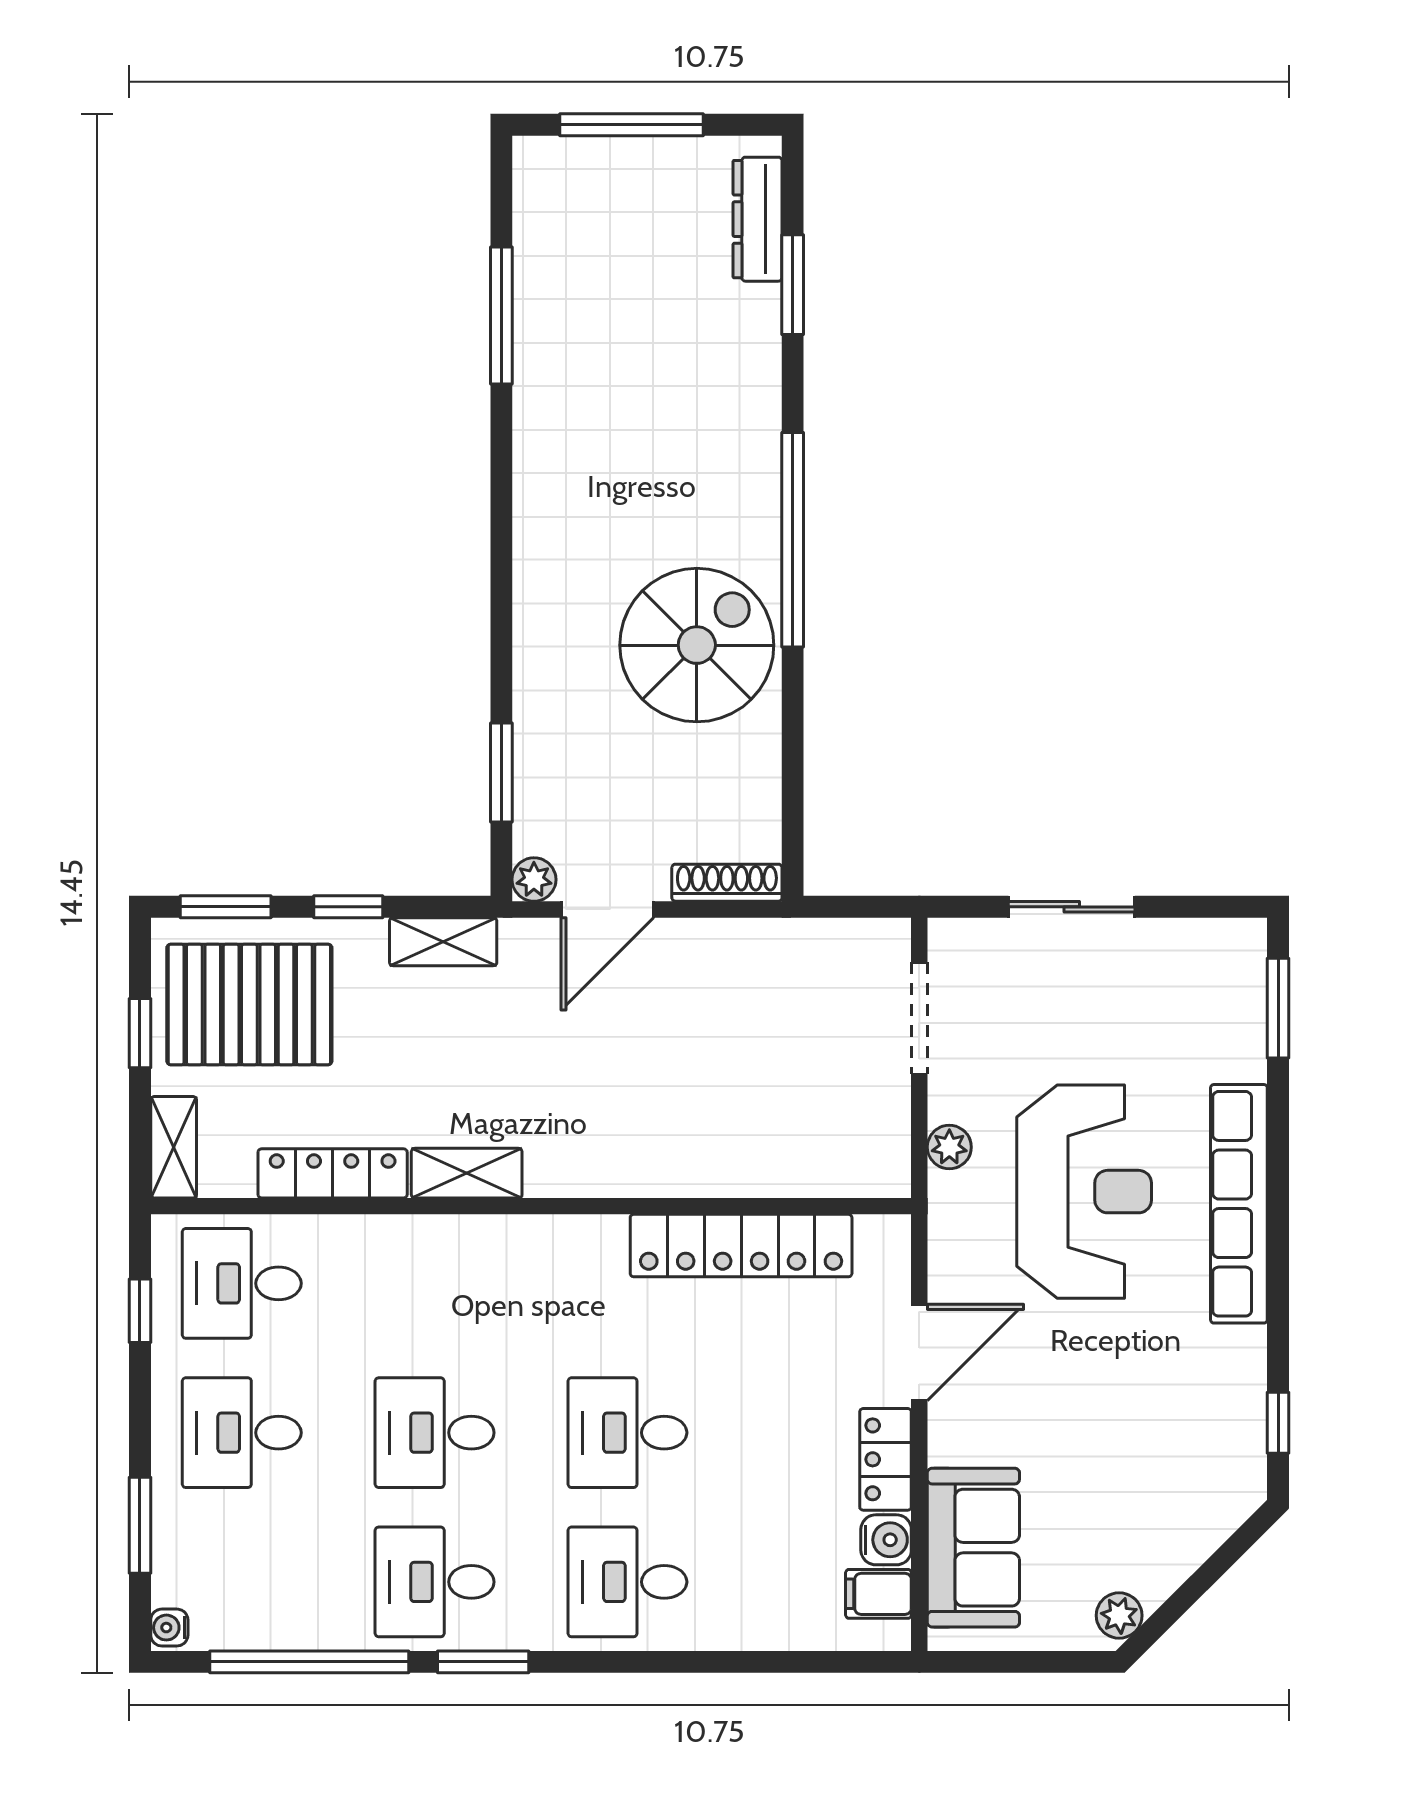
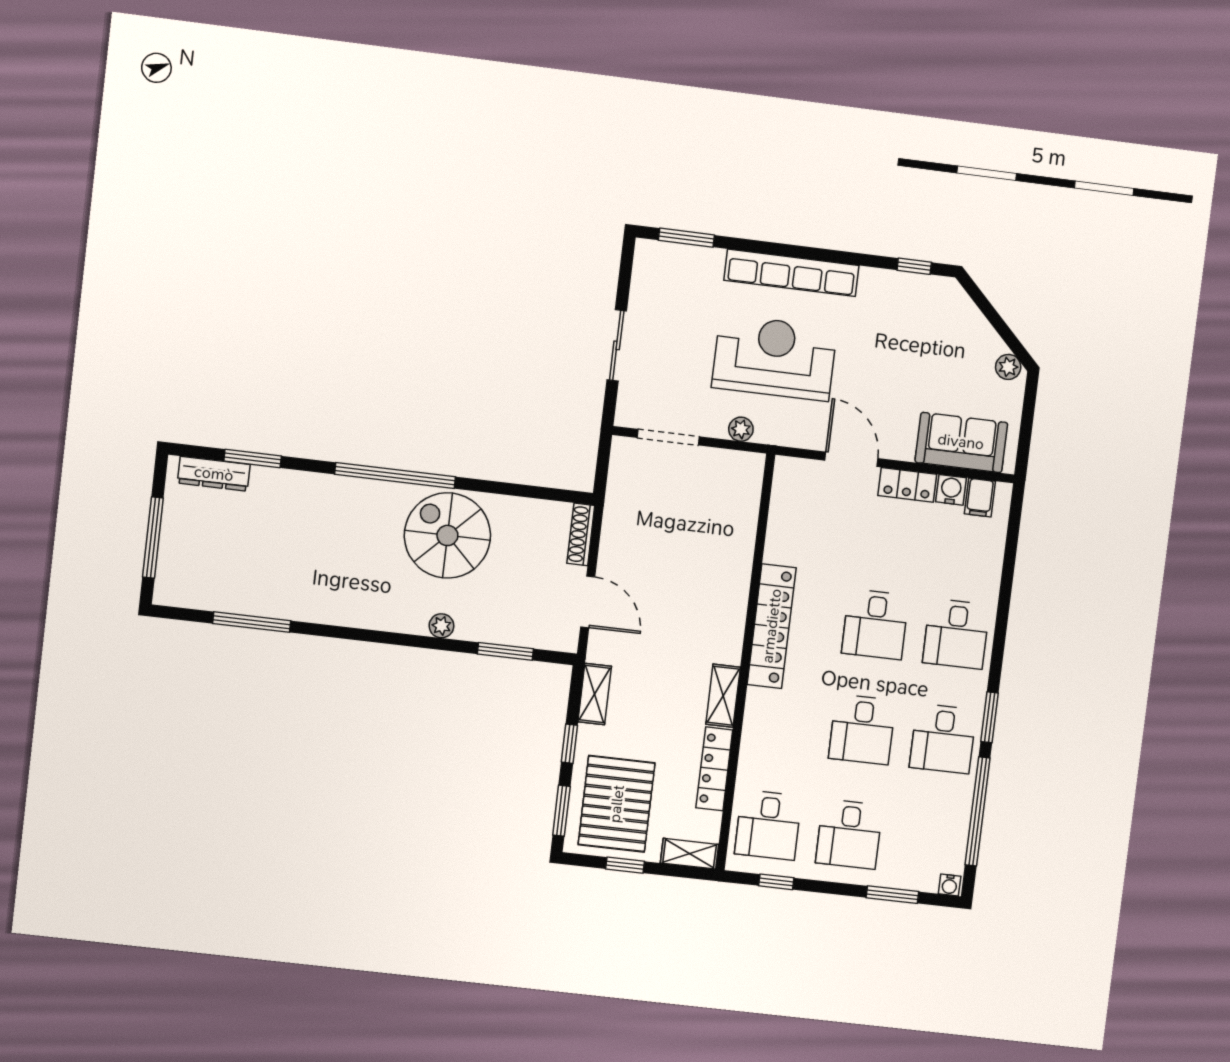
plant: (534, 880) -> (441, 626), moved
locker: (741, 1246) -> (772, 626), moved

